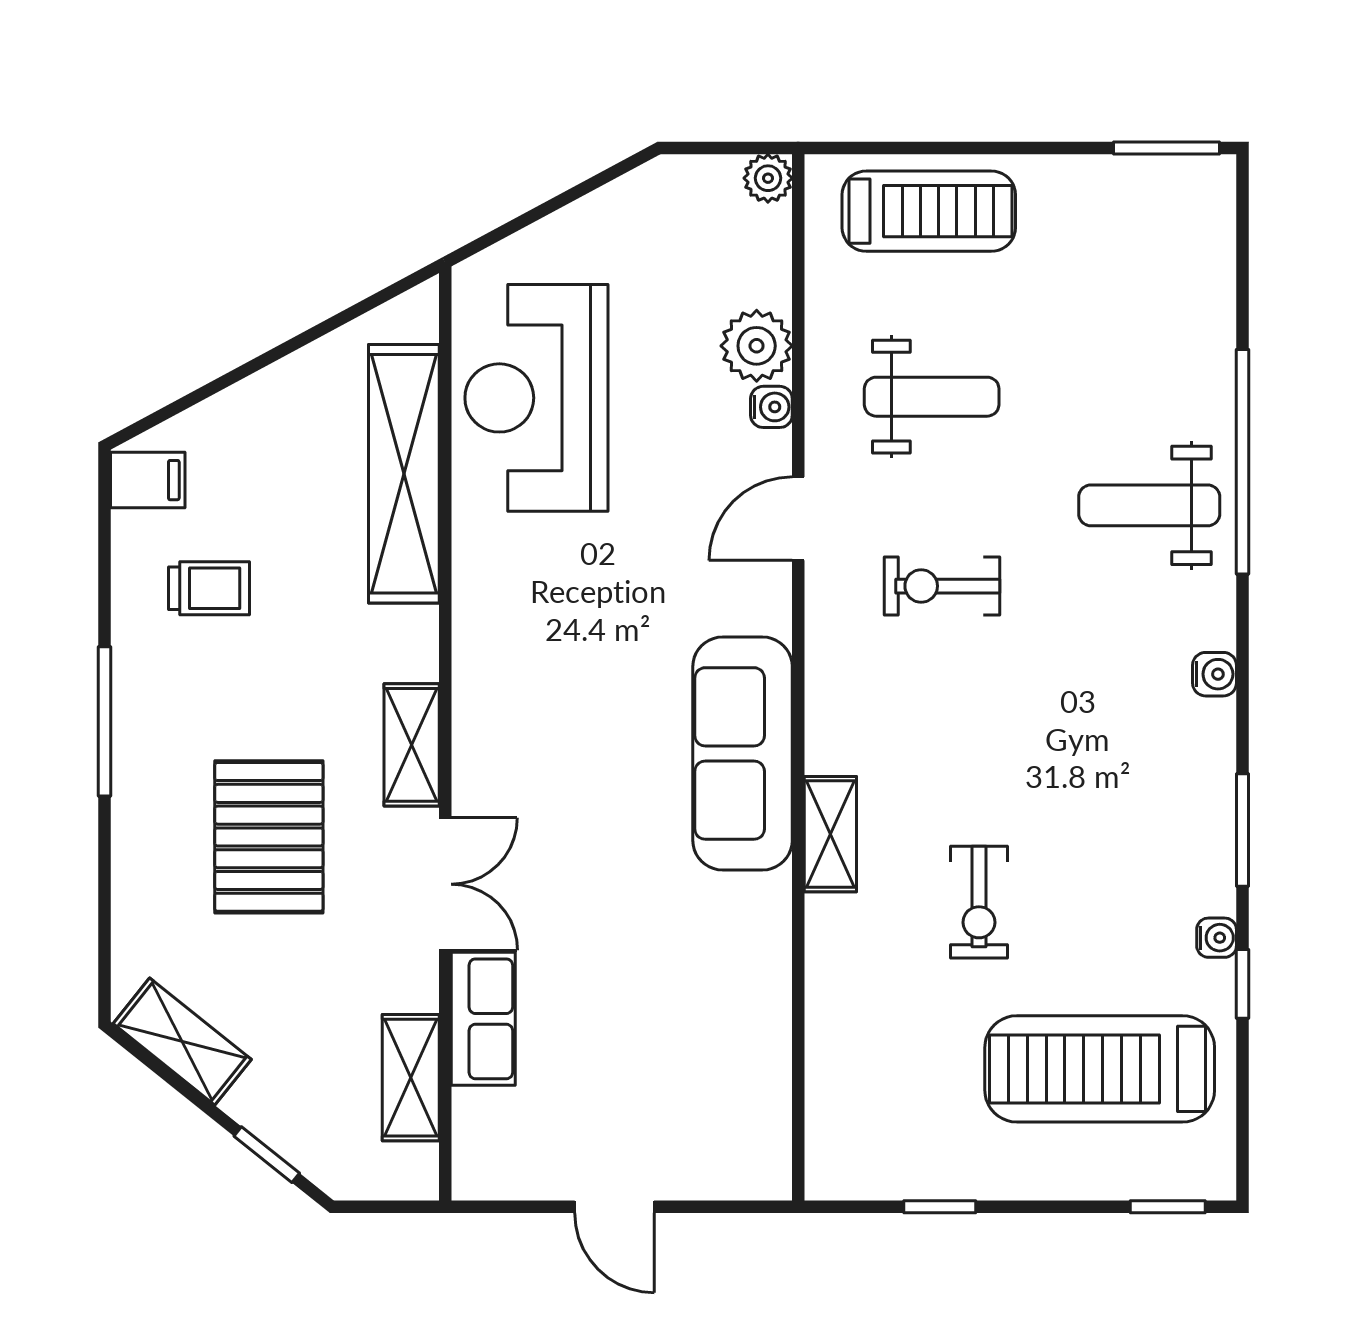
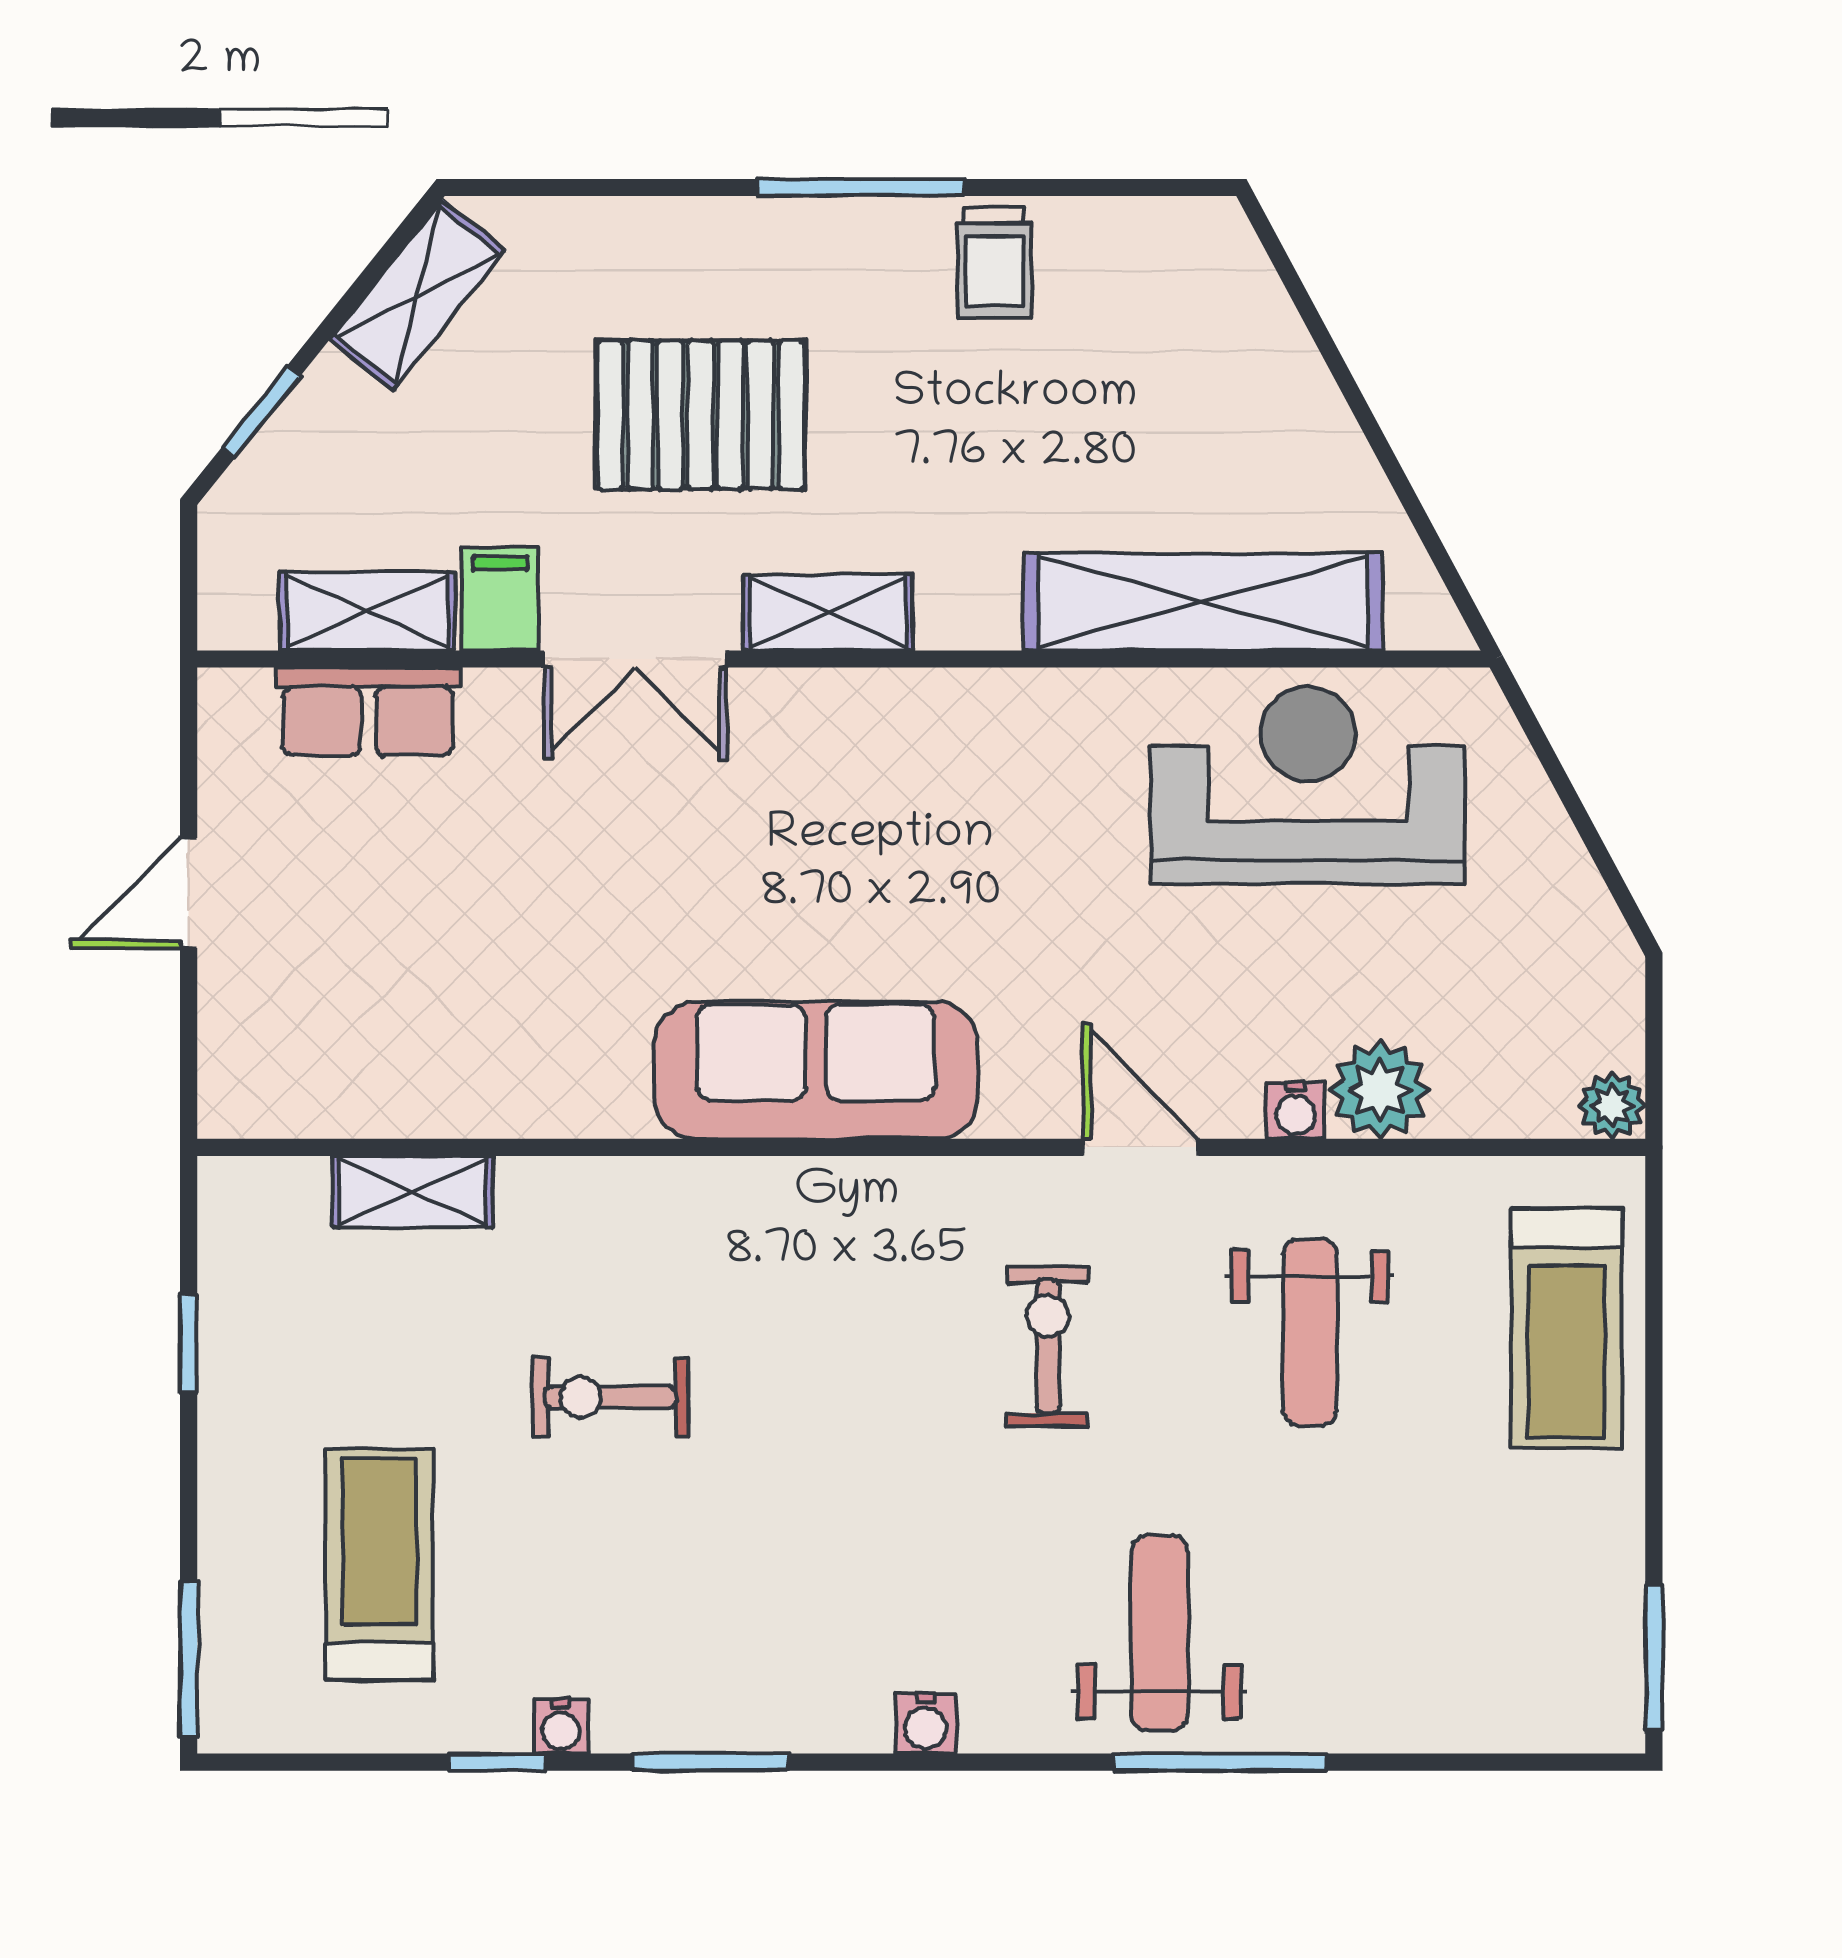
window: (1242, 462) -> (1220, 1762), width x0.68
filing cabinet: (148, 480) -> (500, 599), moved, turned 180
trolley: (209, 588) -> (994, 263), moved
shelving: (830, 834) -> (413, 1192), moved
row of seats: (483, 1019) -> (368, 712), moved
treadmill: (1100, 1069) -> (380, 1565), width x0.73, depth x0.73
window: (1168, 1207) -> (189, 1659), width x1.50

